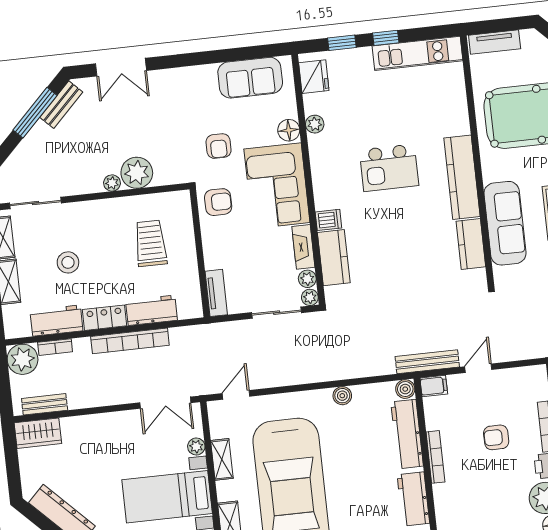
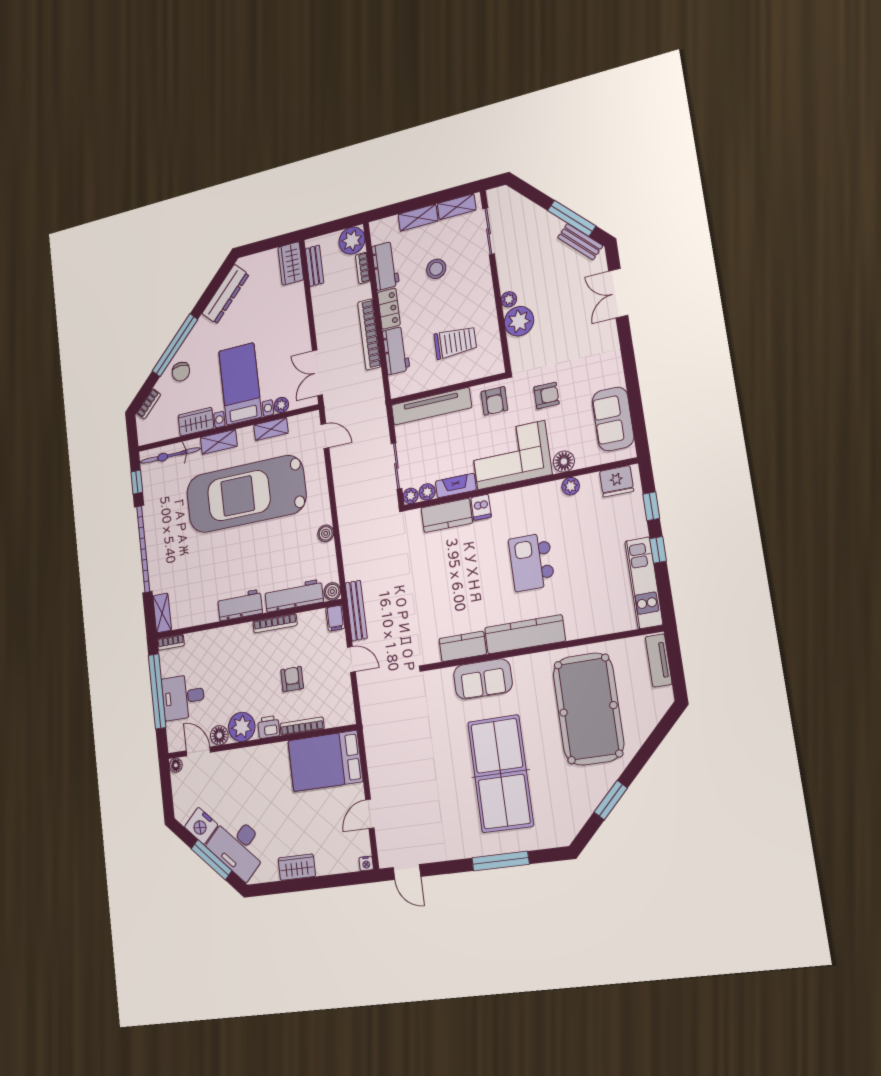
armchair: (219, 146) -> (546, 396), turned 180
sofa: (505, 223) -> (483, 679), width x0.73
tv unit: (216, 293) -> (431, 406), width x1.92, depth x1.29

